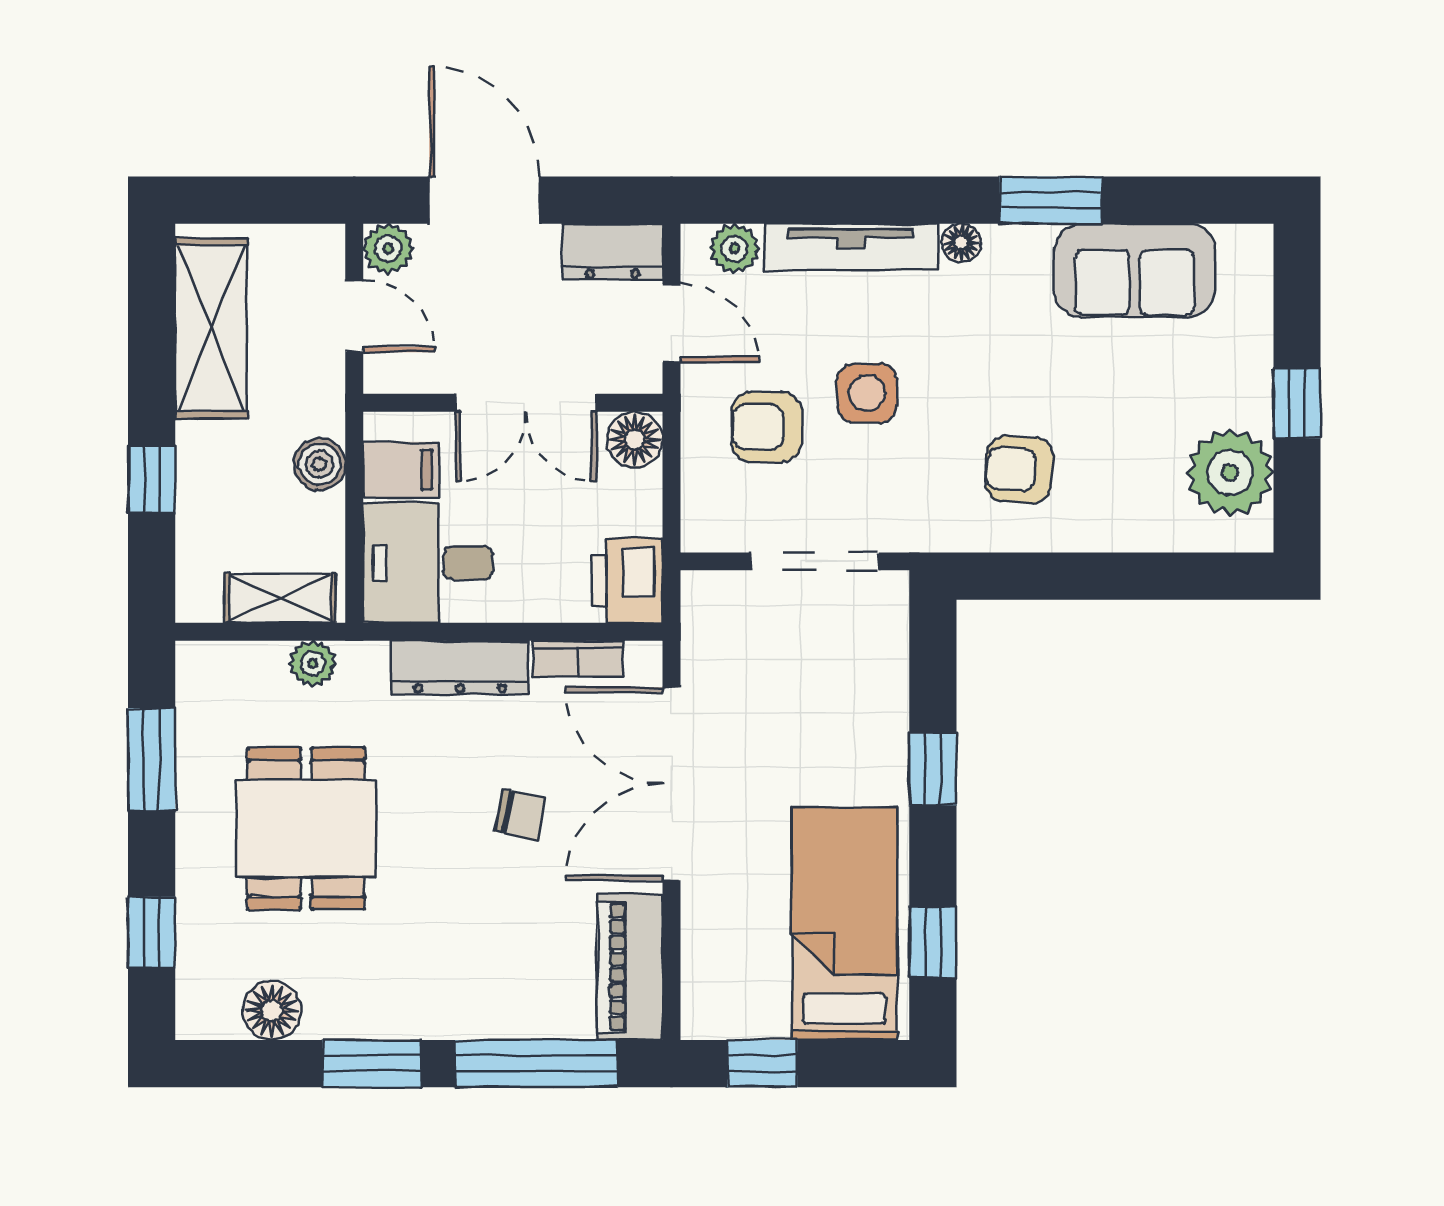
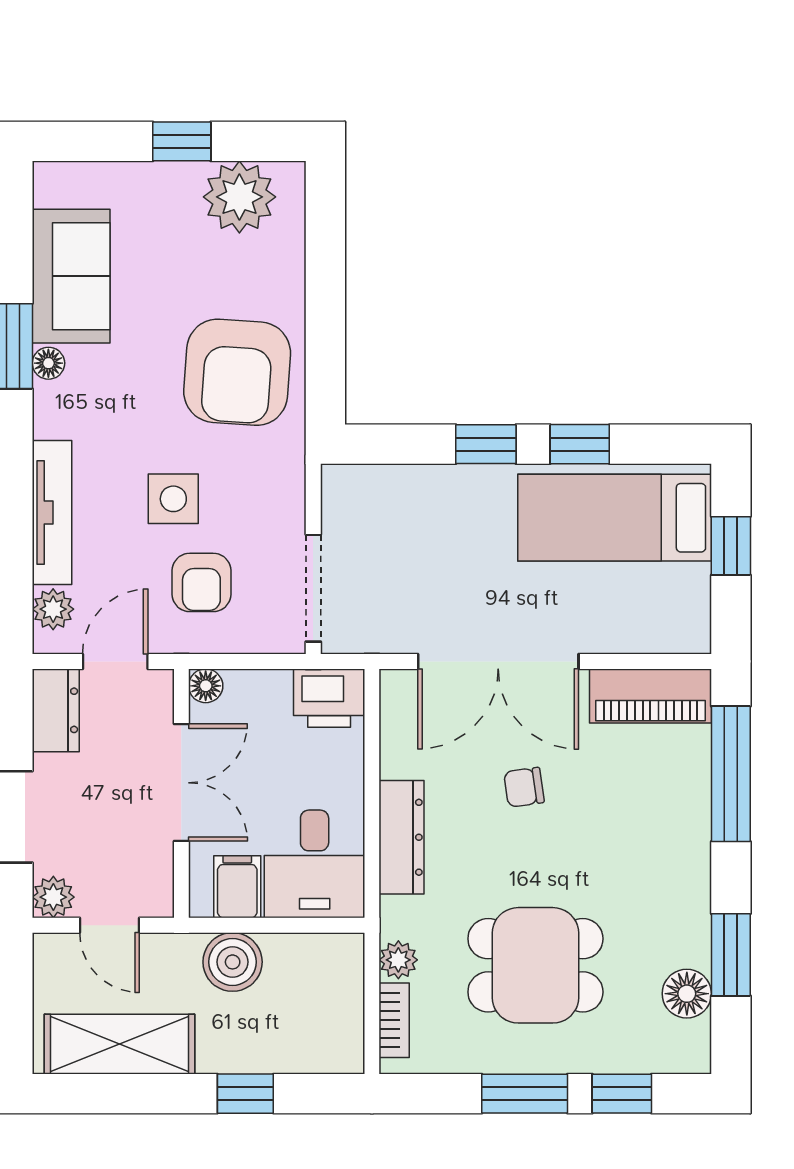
floor lamp: (961, 243) -> (48, 363), moved
door: (354, 316) -> (109, 925), swing flipped
floor lamp: (635, 440) -> (206, 686), width x0.73, depth x0.73
boiler: (320, 464) -> (233, 962), width x1.36, depth x1.36
armchair: (1019, 470) -> (237, 372), width x1.88, depth x1.88
doorway: (815, 561) -> (313, 588), moved
shelving: (280, 598) -> (344, 987), removed
bookcase: (578, 659) -> (394, 1020), moved
window: (152, 759) -> (525, 1094), moved
chair: (520, 815) -> (524, 787), turned -110
window: (933, 942) -> (580, 444), moved
window: (372, 1064) -> (731, 955), moved
window: (762, 1064) -> (731, 546), moved

